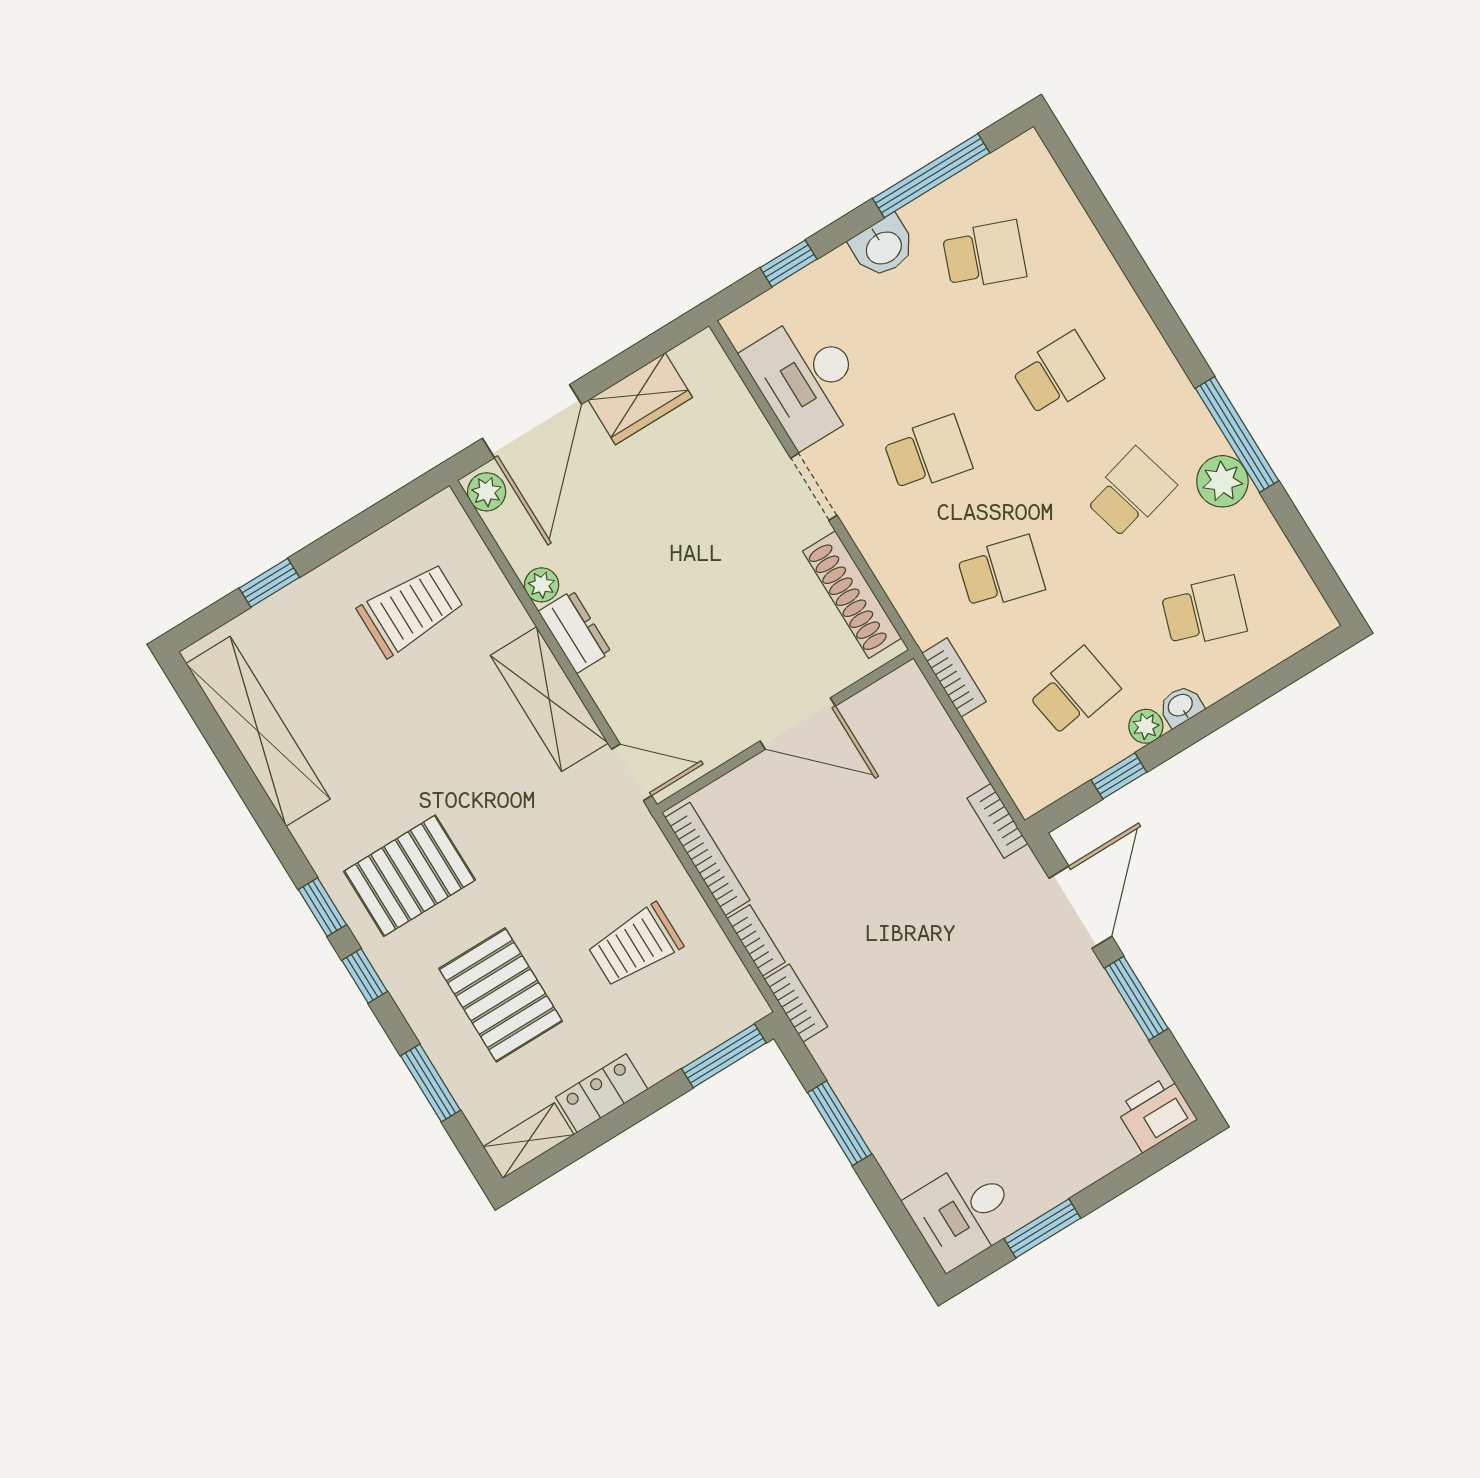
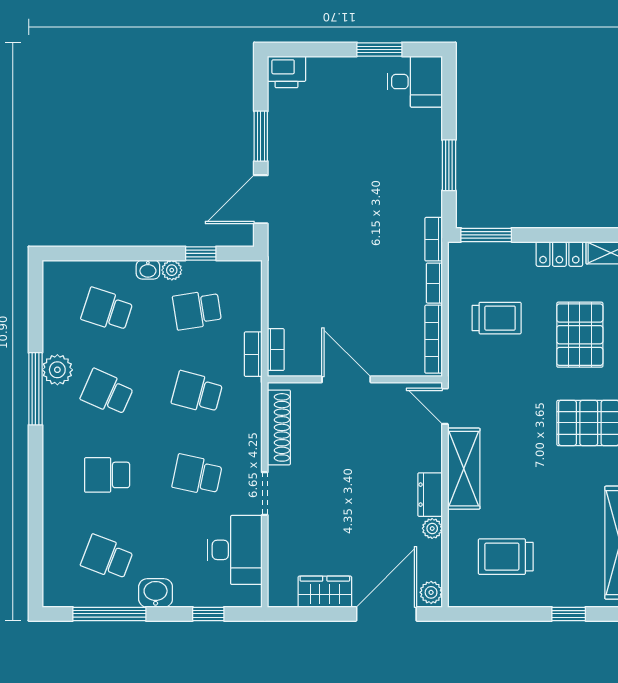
school desk: (1131, 493) -> (107, 392), turned 39
bookcase: (997, 821) -> (276, 350), moved

